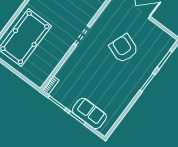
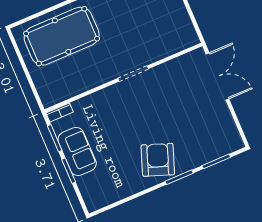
armchair: (124, 48) -> (158, 160), moved
sofa: (89, 113) -> (77, 151), moved

